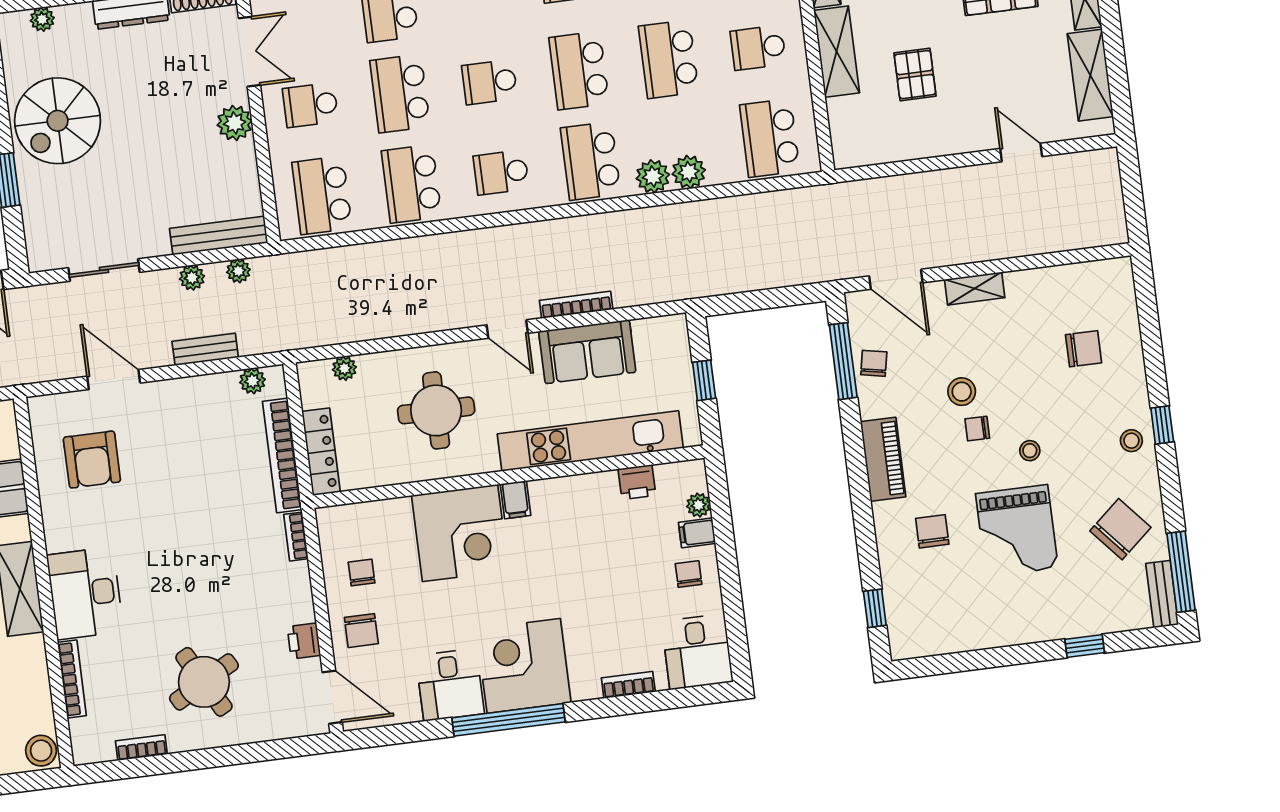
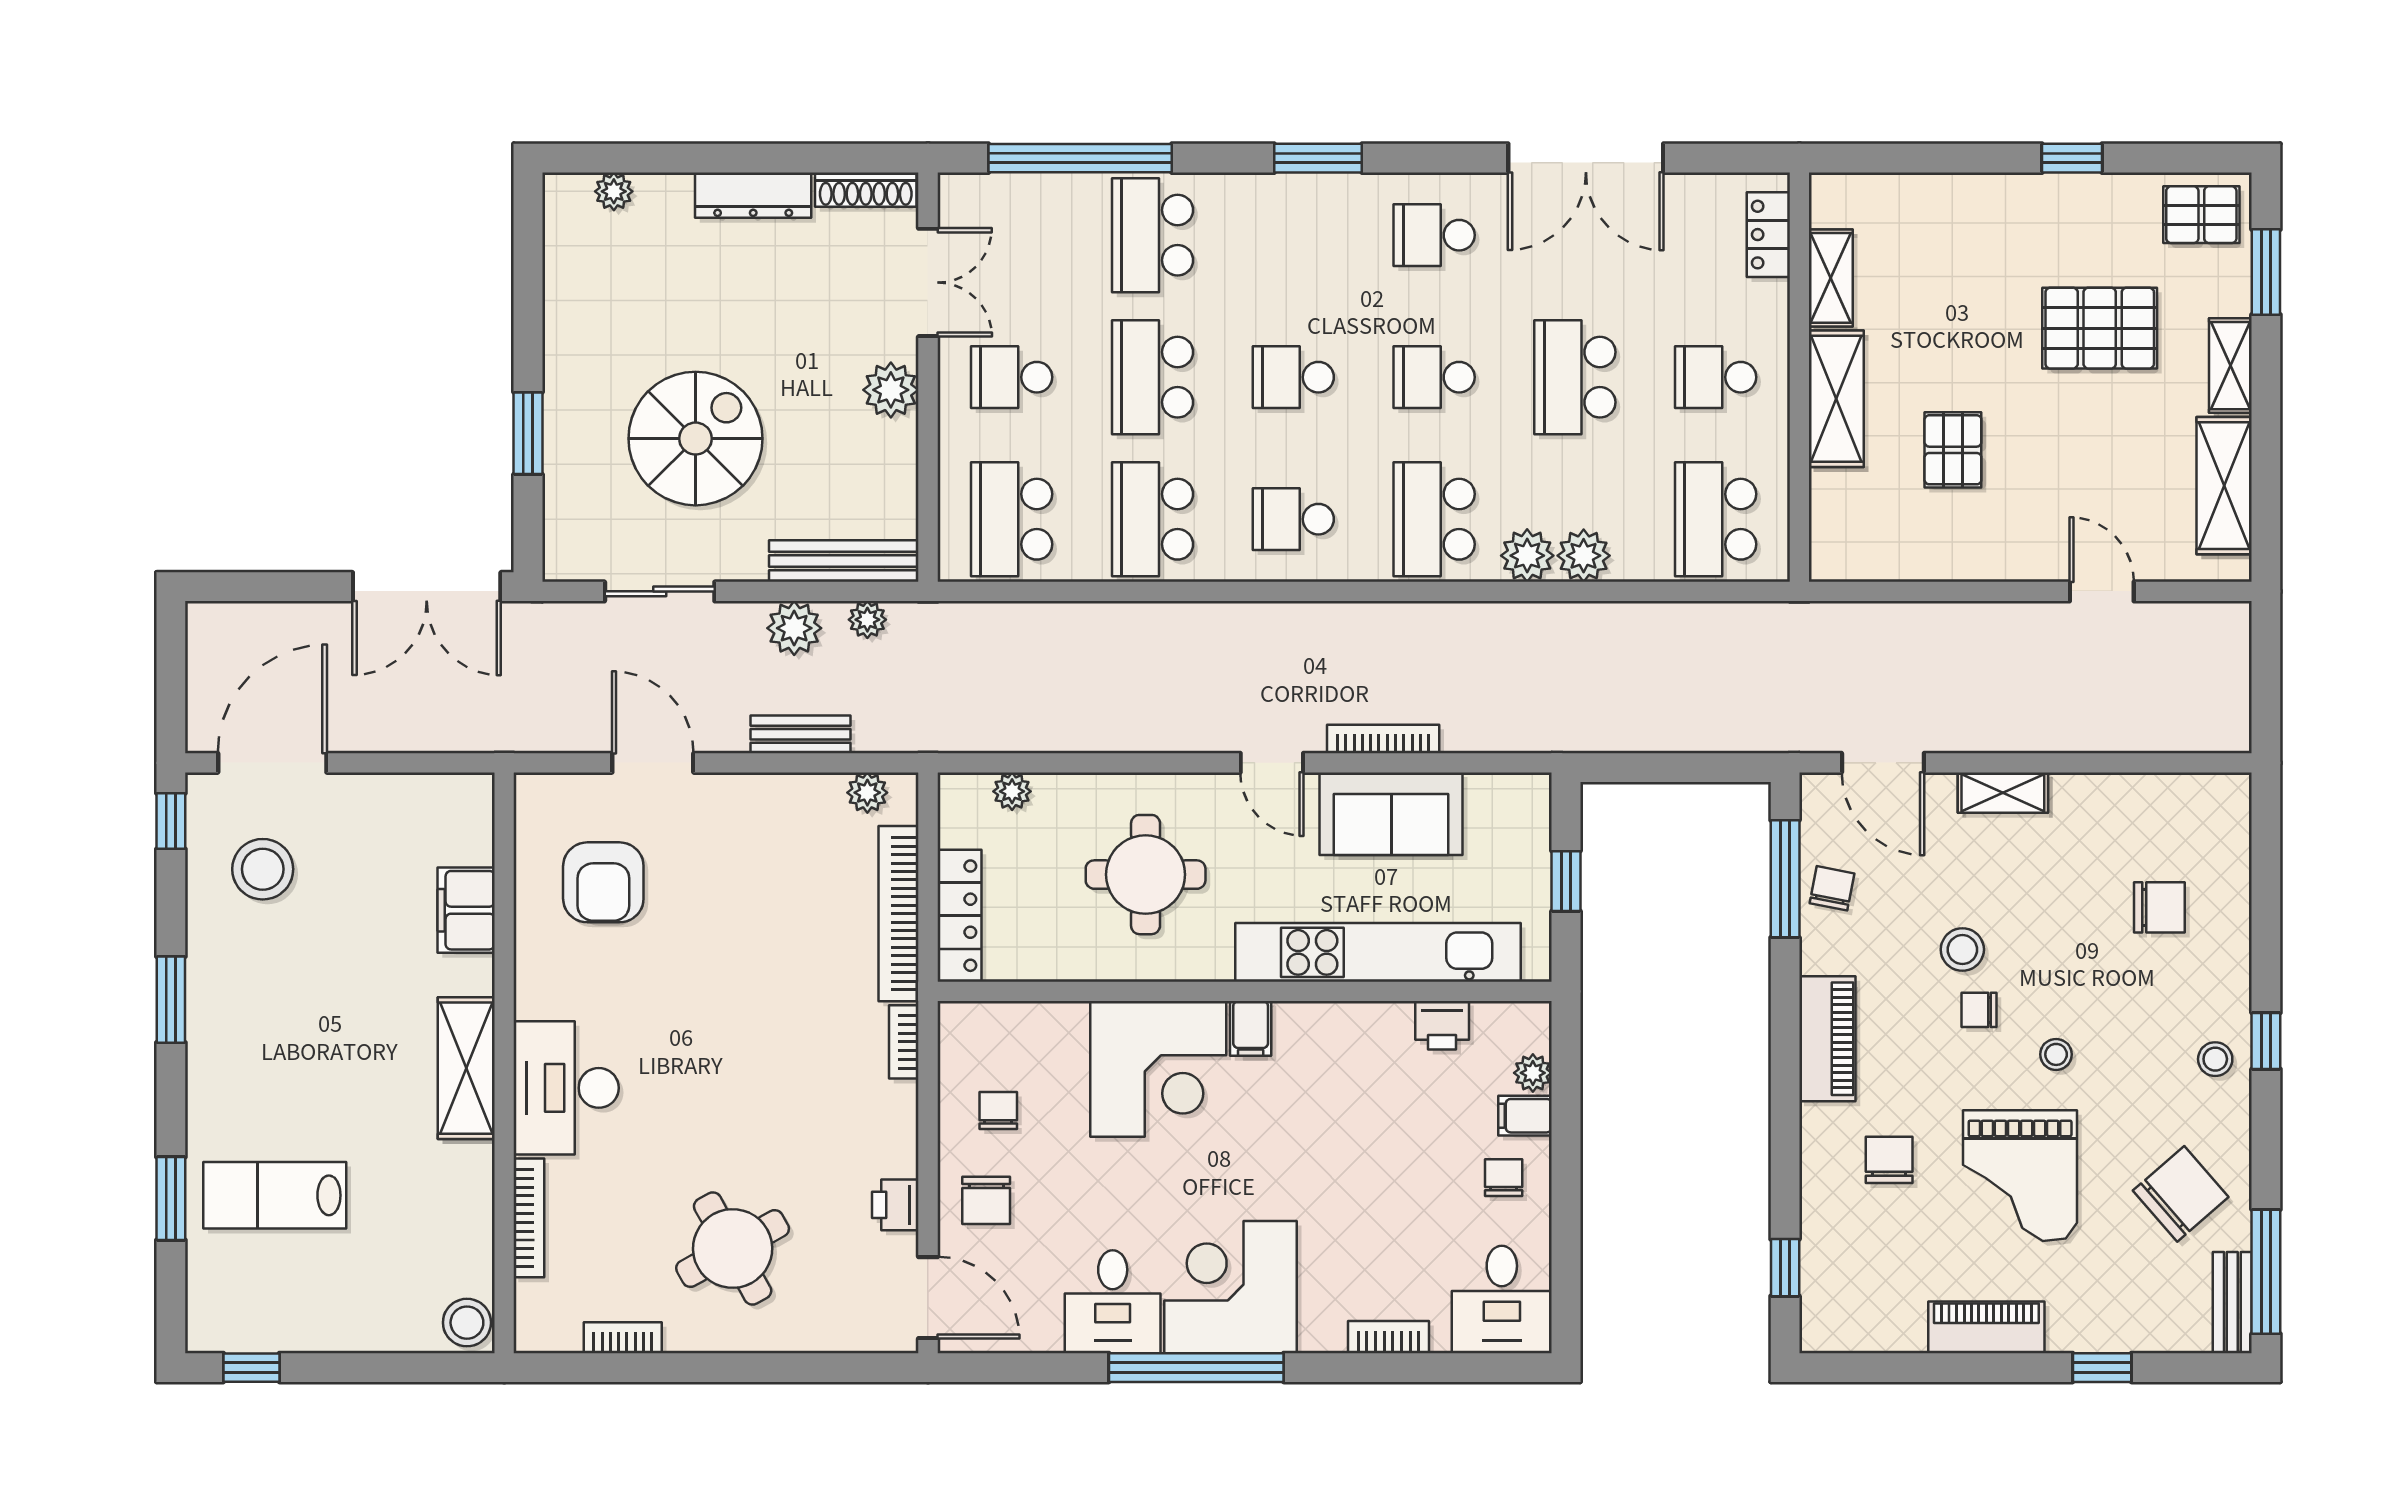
school desk: (579, 71) -> (1434, 377), width x0.54
spiral stairs: (58, 121) -> (696, 439), moved, turned 180
plant: (192, 278) -> (794, 628), width x1.38, depth x1.38
piano: (1008, 630) -> (1986, 1327), added

